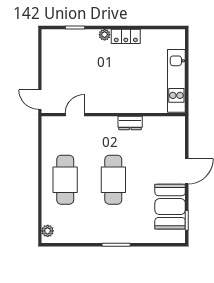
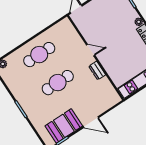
door: (75, 115) -> (91, 50), moved

